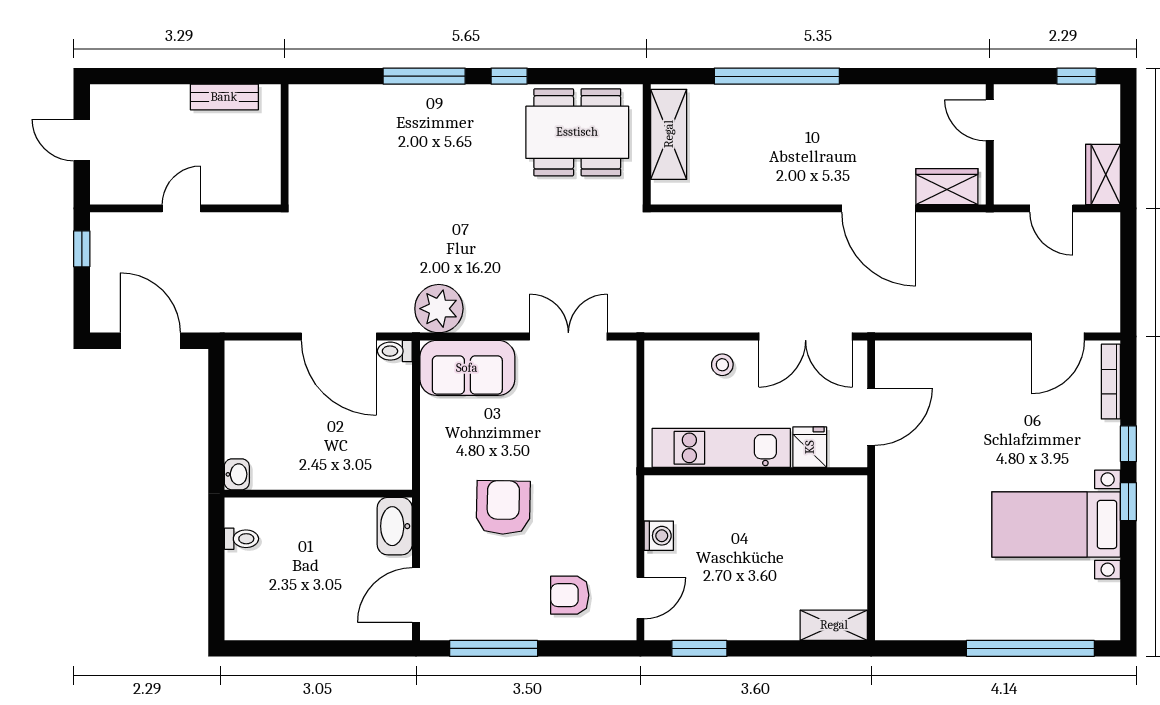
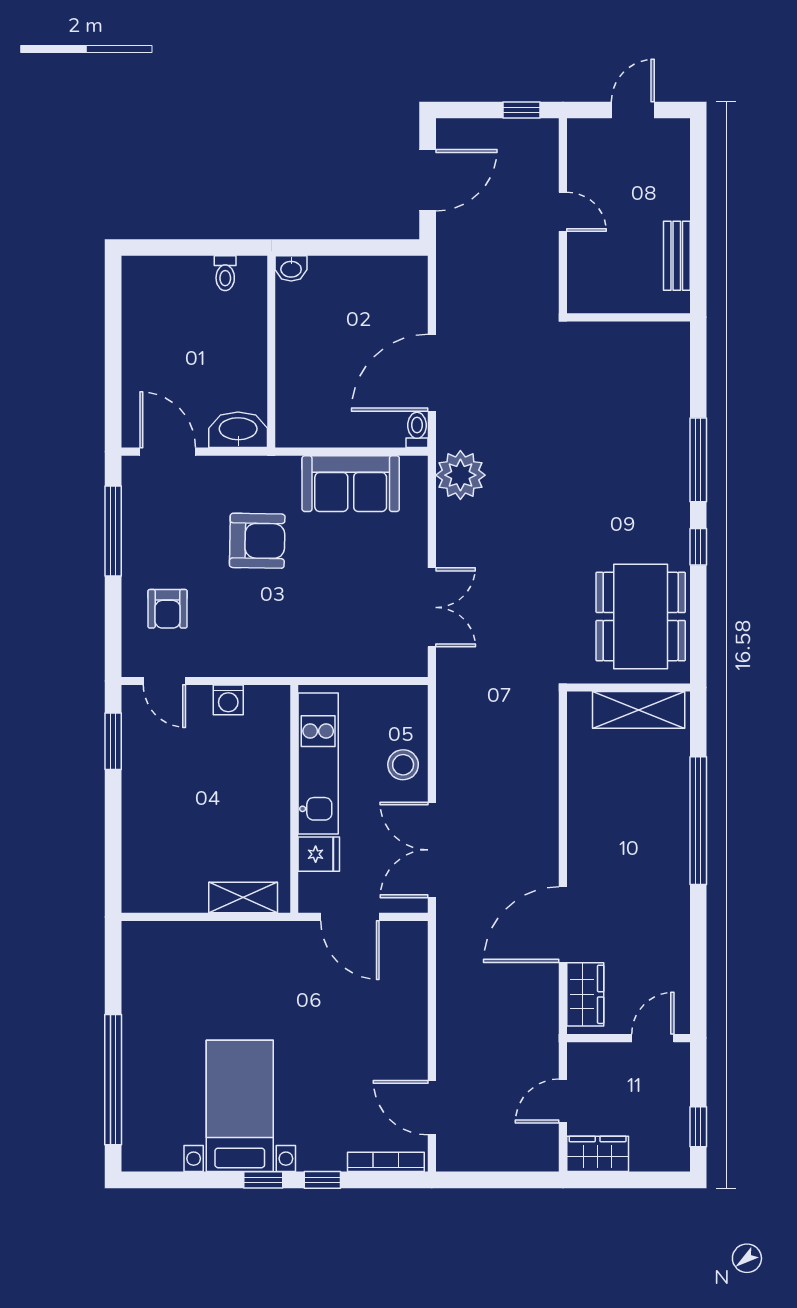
stool: (722, 365) -> (403, 765), width x1.37, depth x1.37
sofa: (467, 368) -> (351, 484), moved, turned -90
armchair: (570, 595) -> (168, 609), turned 180
shelving: (834, 625) -> (243, 897), moved, turned 90

